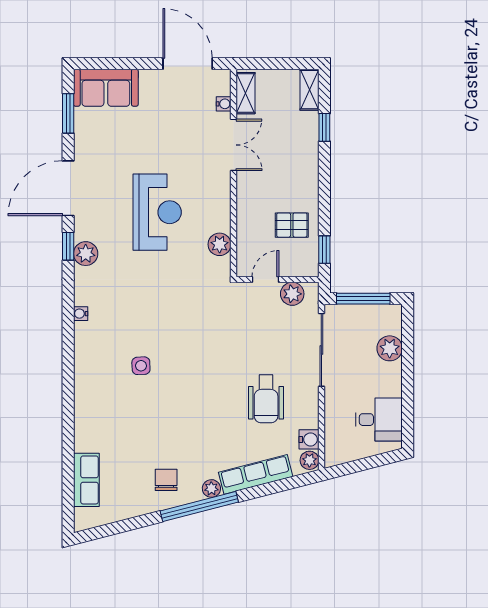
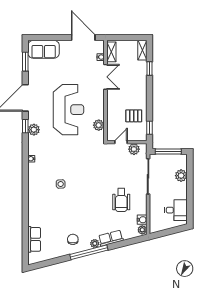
reception desk: (157, 212) -> (68, 110), width x1.36, depth x1.30
row of seats: (256, 474) -> (111, 238), width x0.68

